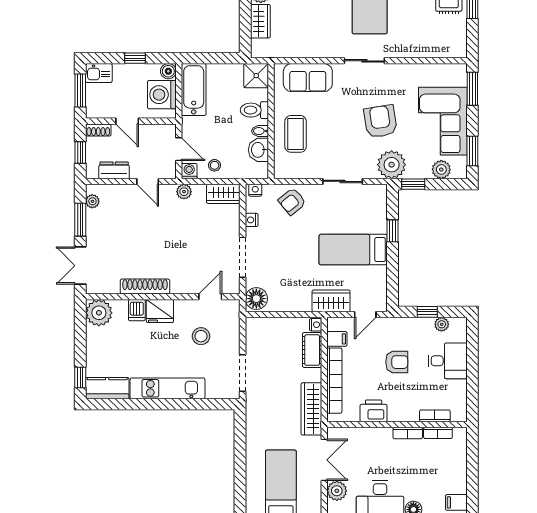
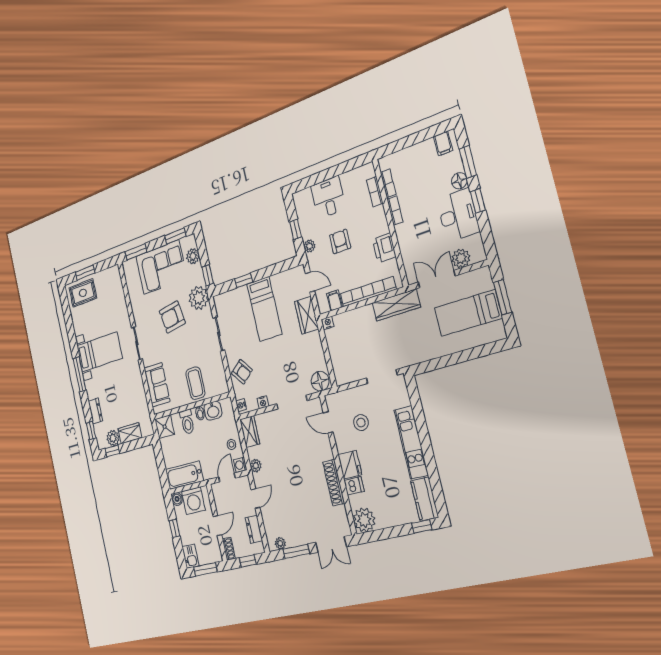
coffee table: (296, 134) -> (195, 383), turned 90
plant: (442, 324) -> (310, 246), moved
cot: (312, 350) -> (348, 320), removed

